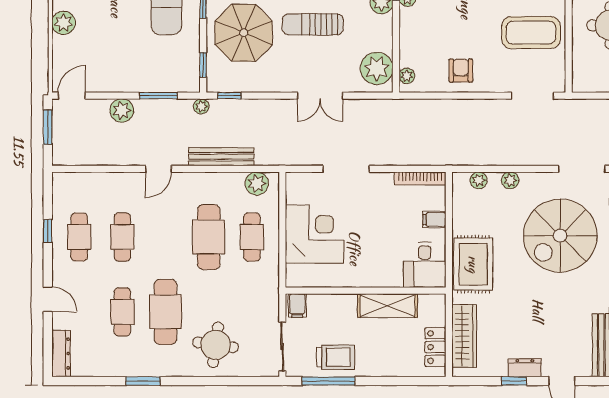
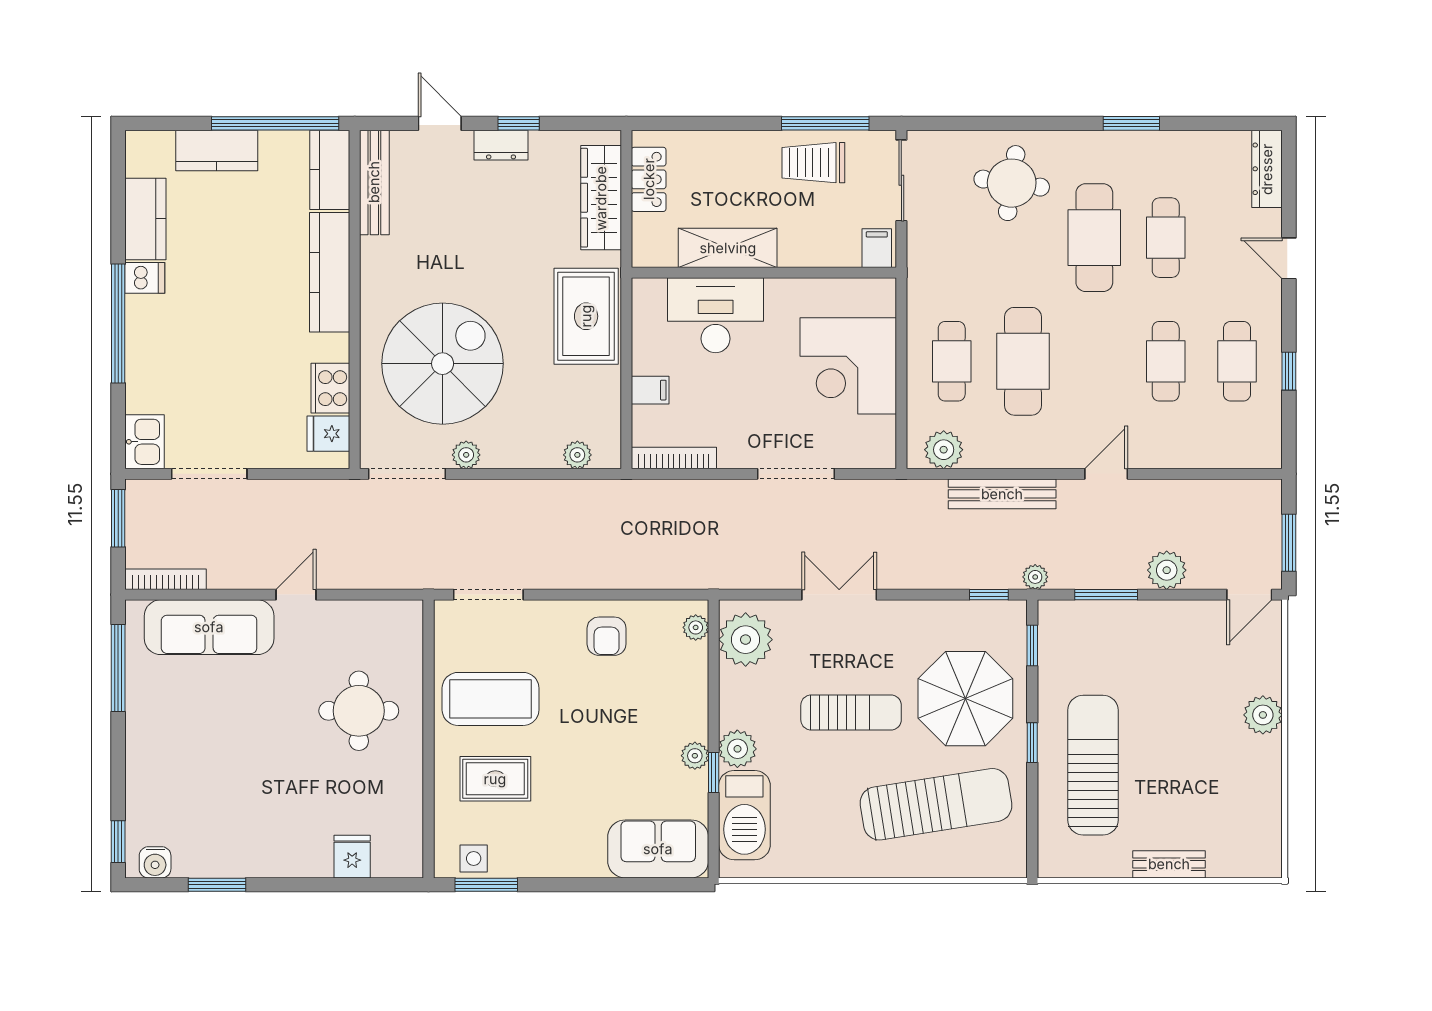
plant: (510, 180) -> (466, 455), moved
desk: (425, 265) -> (716, 315), moved, width x1.37

